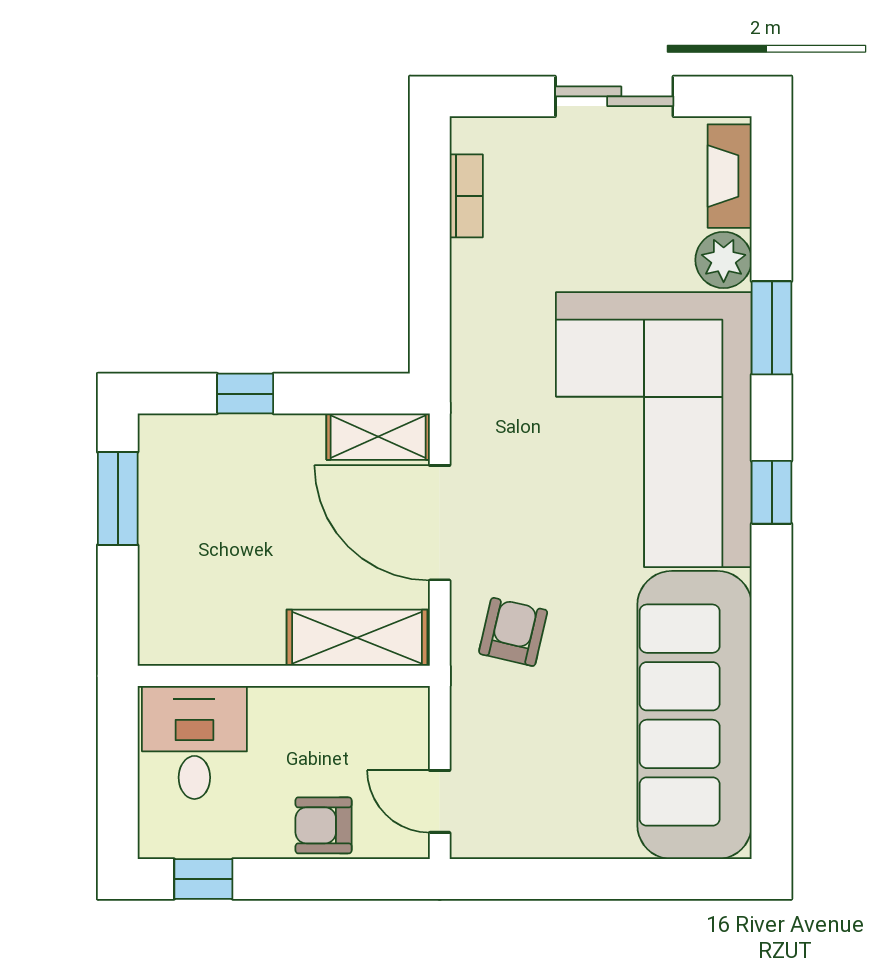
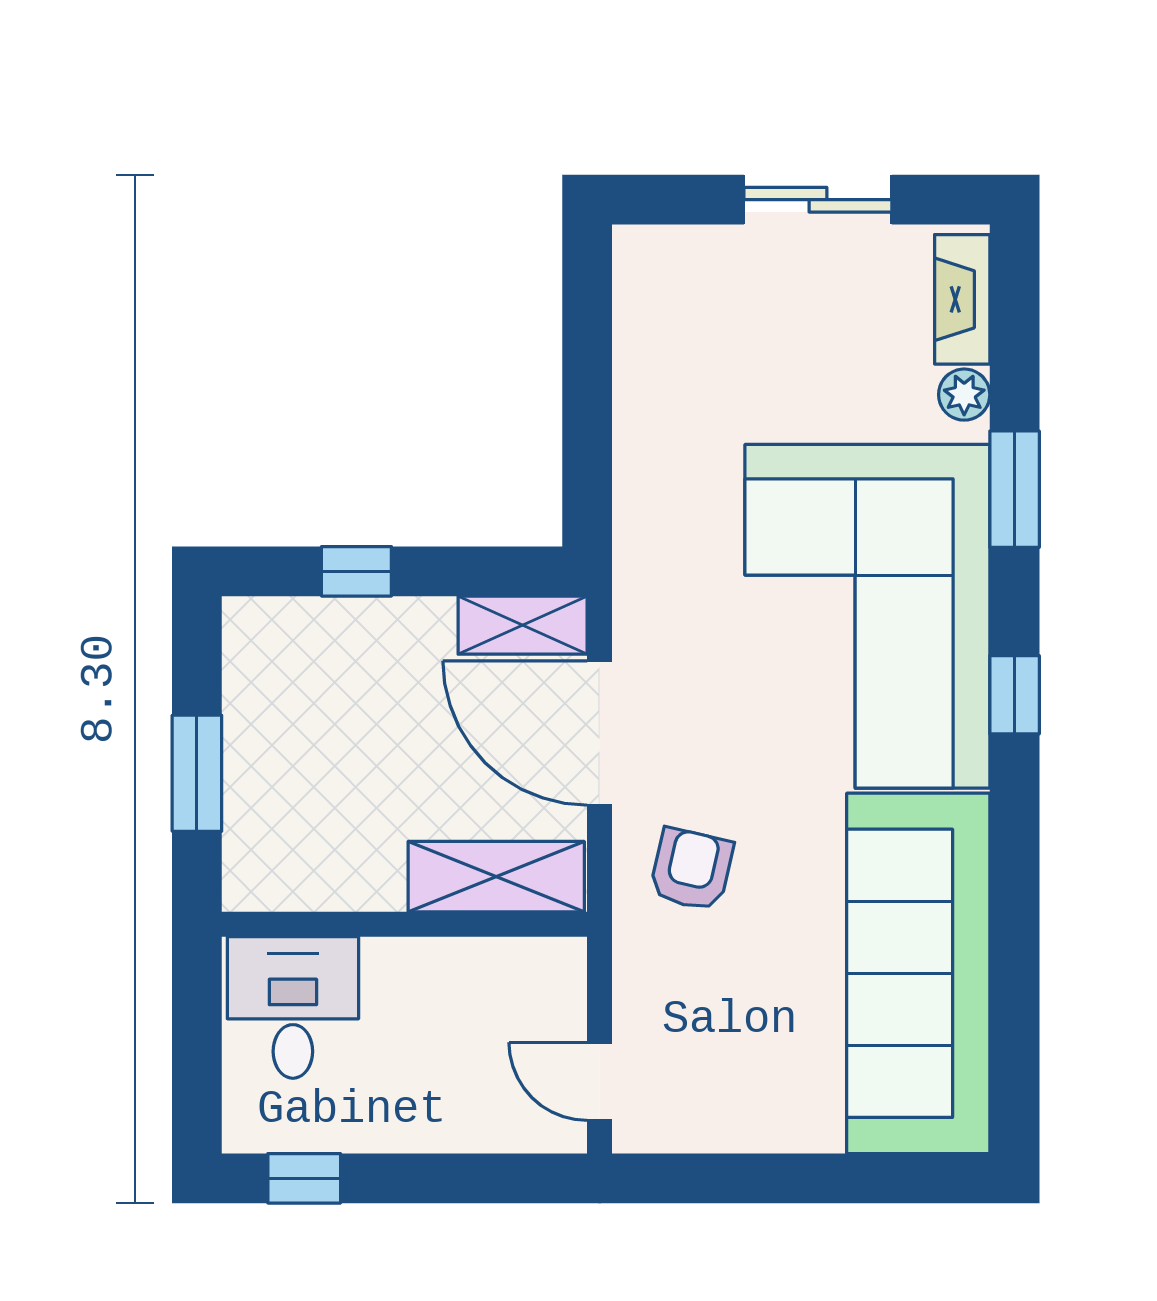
bookcase: (466, 196) -> (633, 324), removed
plant: (724, 260) -> (964, 395), width x0.73, depth x0.73
window: (118, 498) -> (197, 773), moved
armchair: (324, 825) -> (454, 1111), removed

